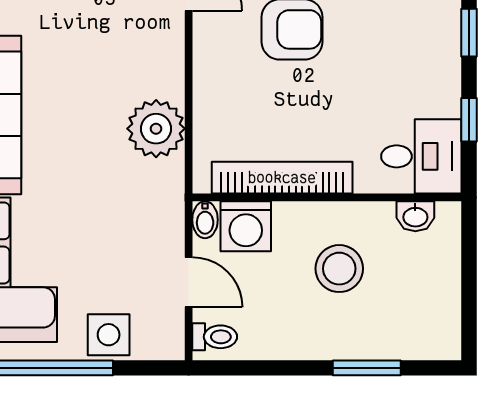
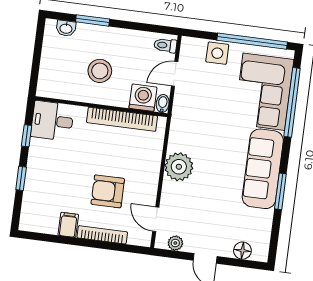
plant: (156, 129) -> (179, 167), moved
washbasin: (415, 216) -> (66, 28), moved, turned 180
door: (189, 282) -> (175, 74), hinge flipped

